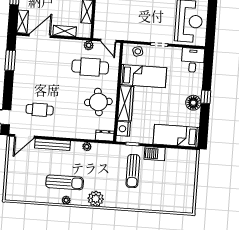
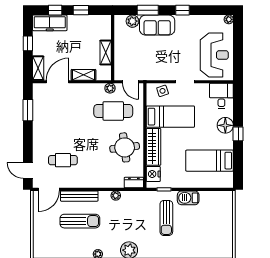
floor lamp: (193, 103) -> (225, 125), moved
bed: (176, 136) -> (210, 161), moved
sun lounger: (65, 182) -> (80, 221), moved

